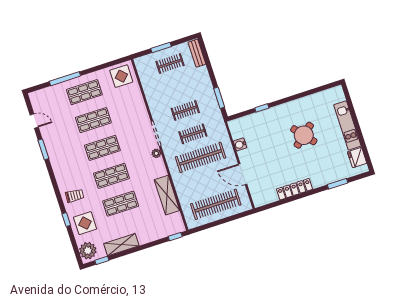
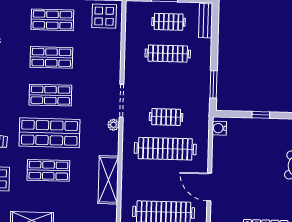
clothes rail: (185, 110) -> (168, 54), moved, width x1.36
water cooler: (240, 144) -> (219, 128), moved
shop shelf: (111, 176) -> (49, 133), width x1.43, depth x1.36

